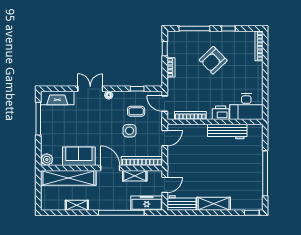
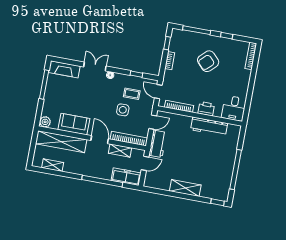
desk: (246, 107) -> (234, 108), width x0.73
workbench: (182, 203) -> (158, 144), moved, turned 90
shelving: (77, 205) -> (53, 165), moved

